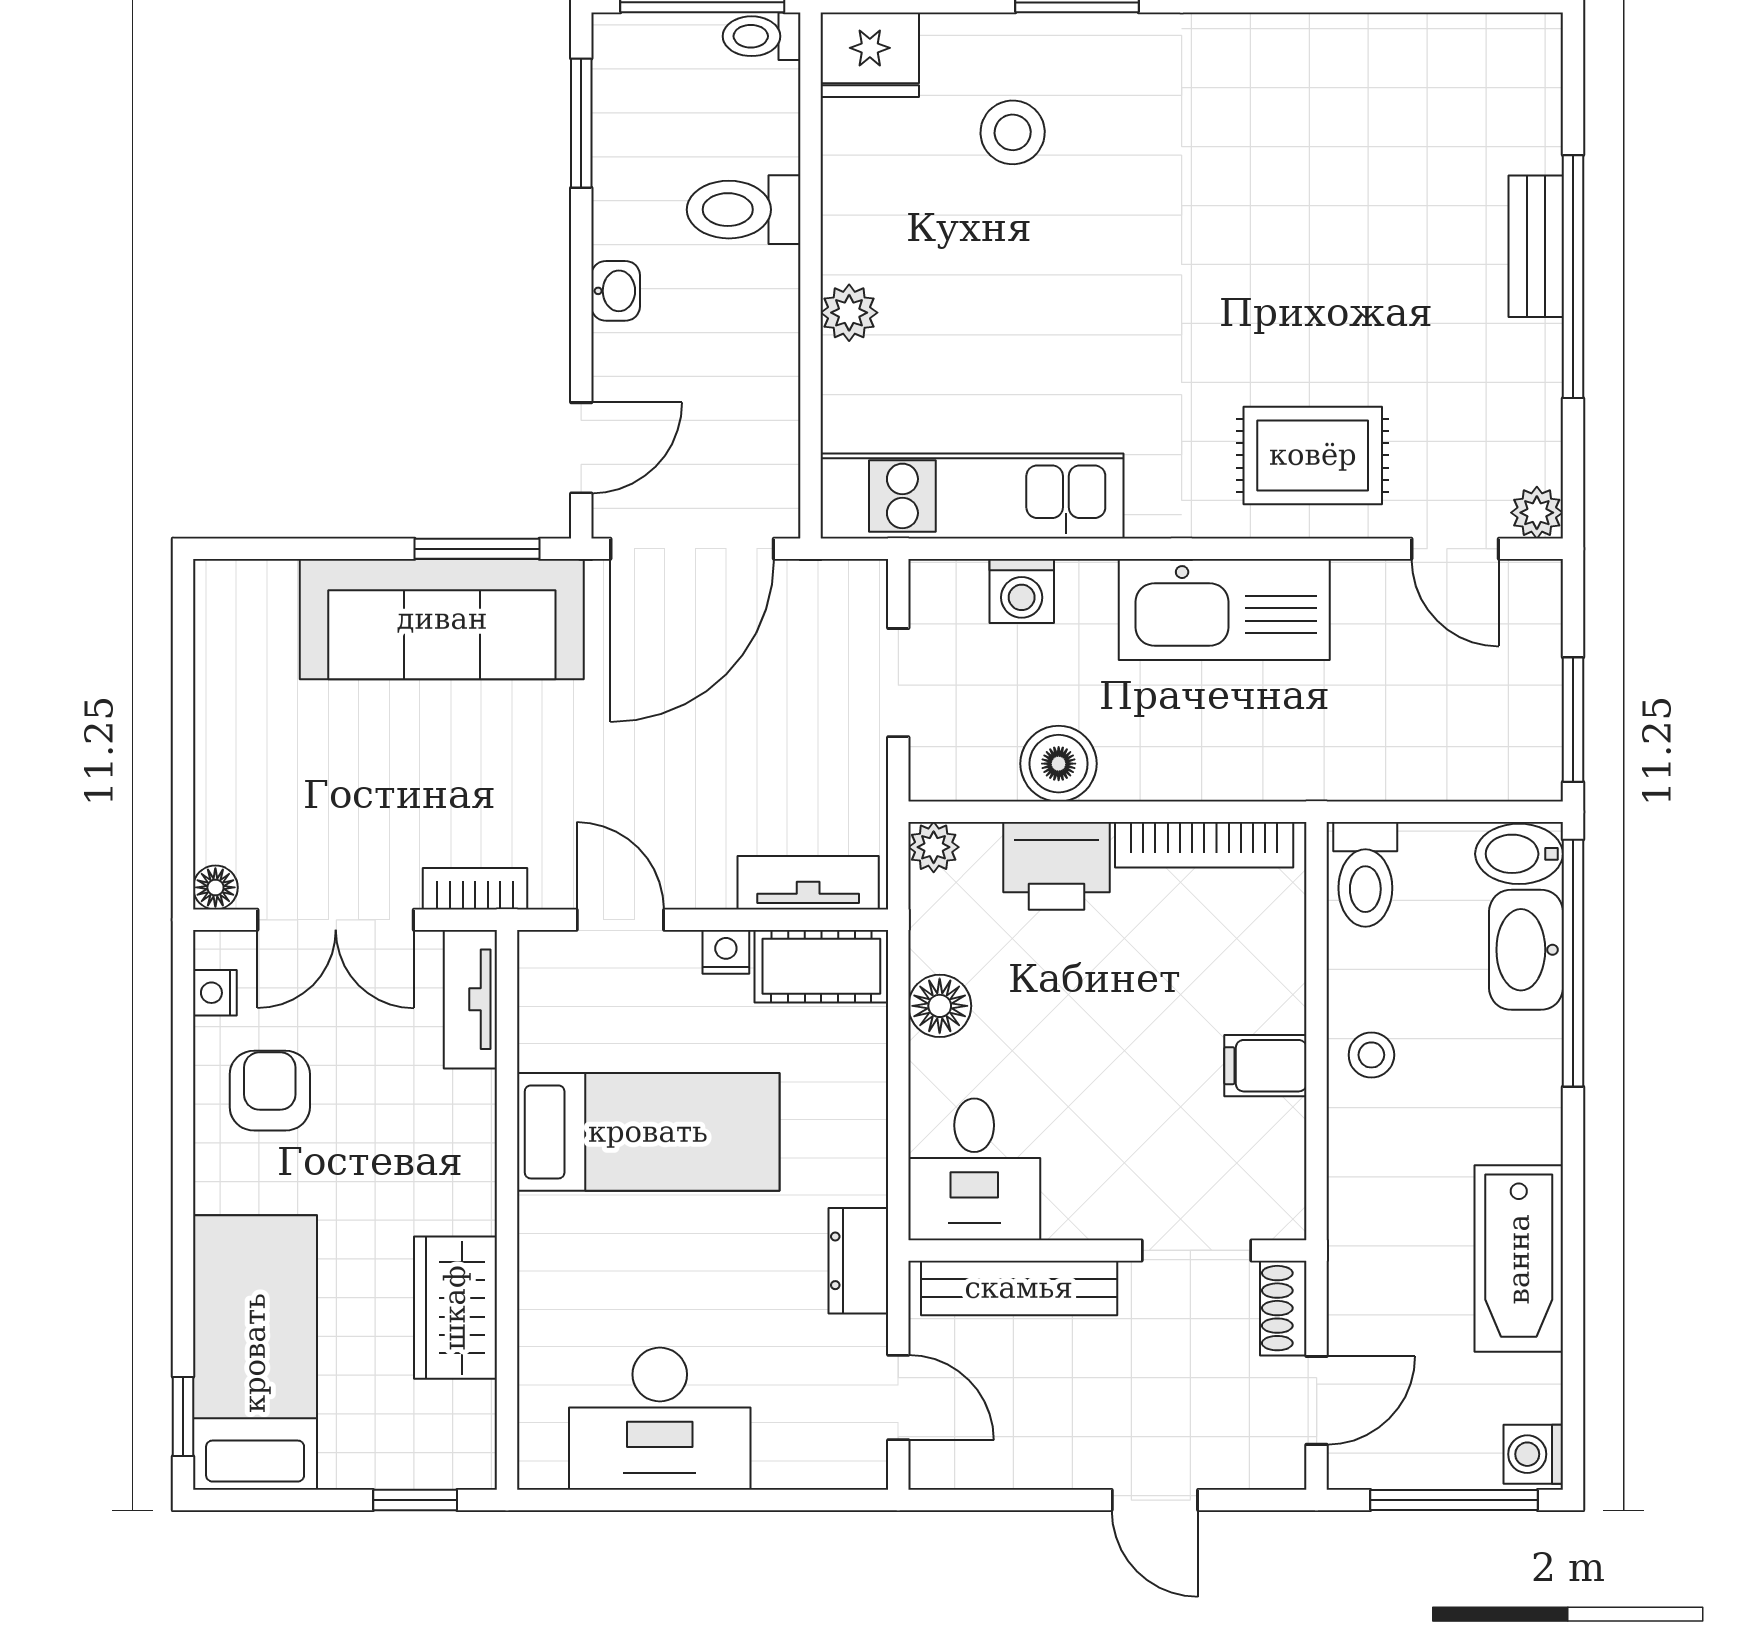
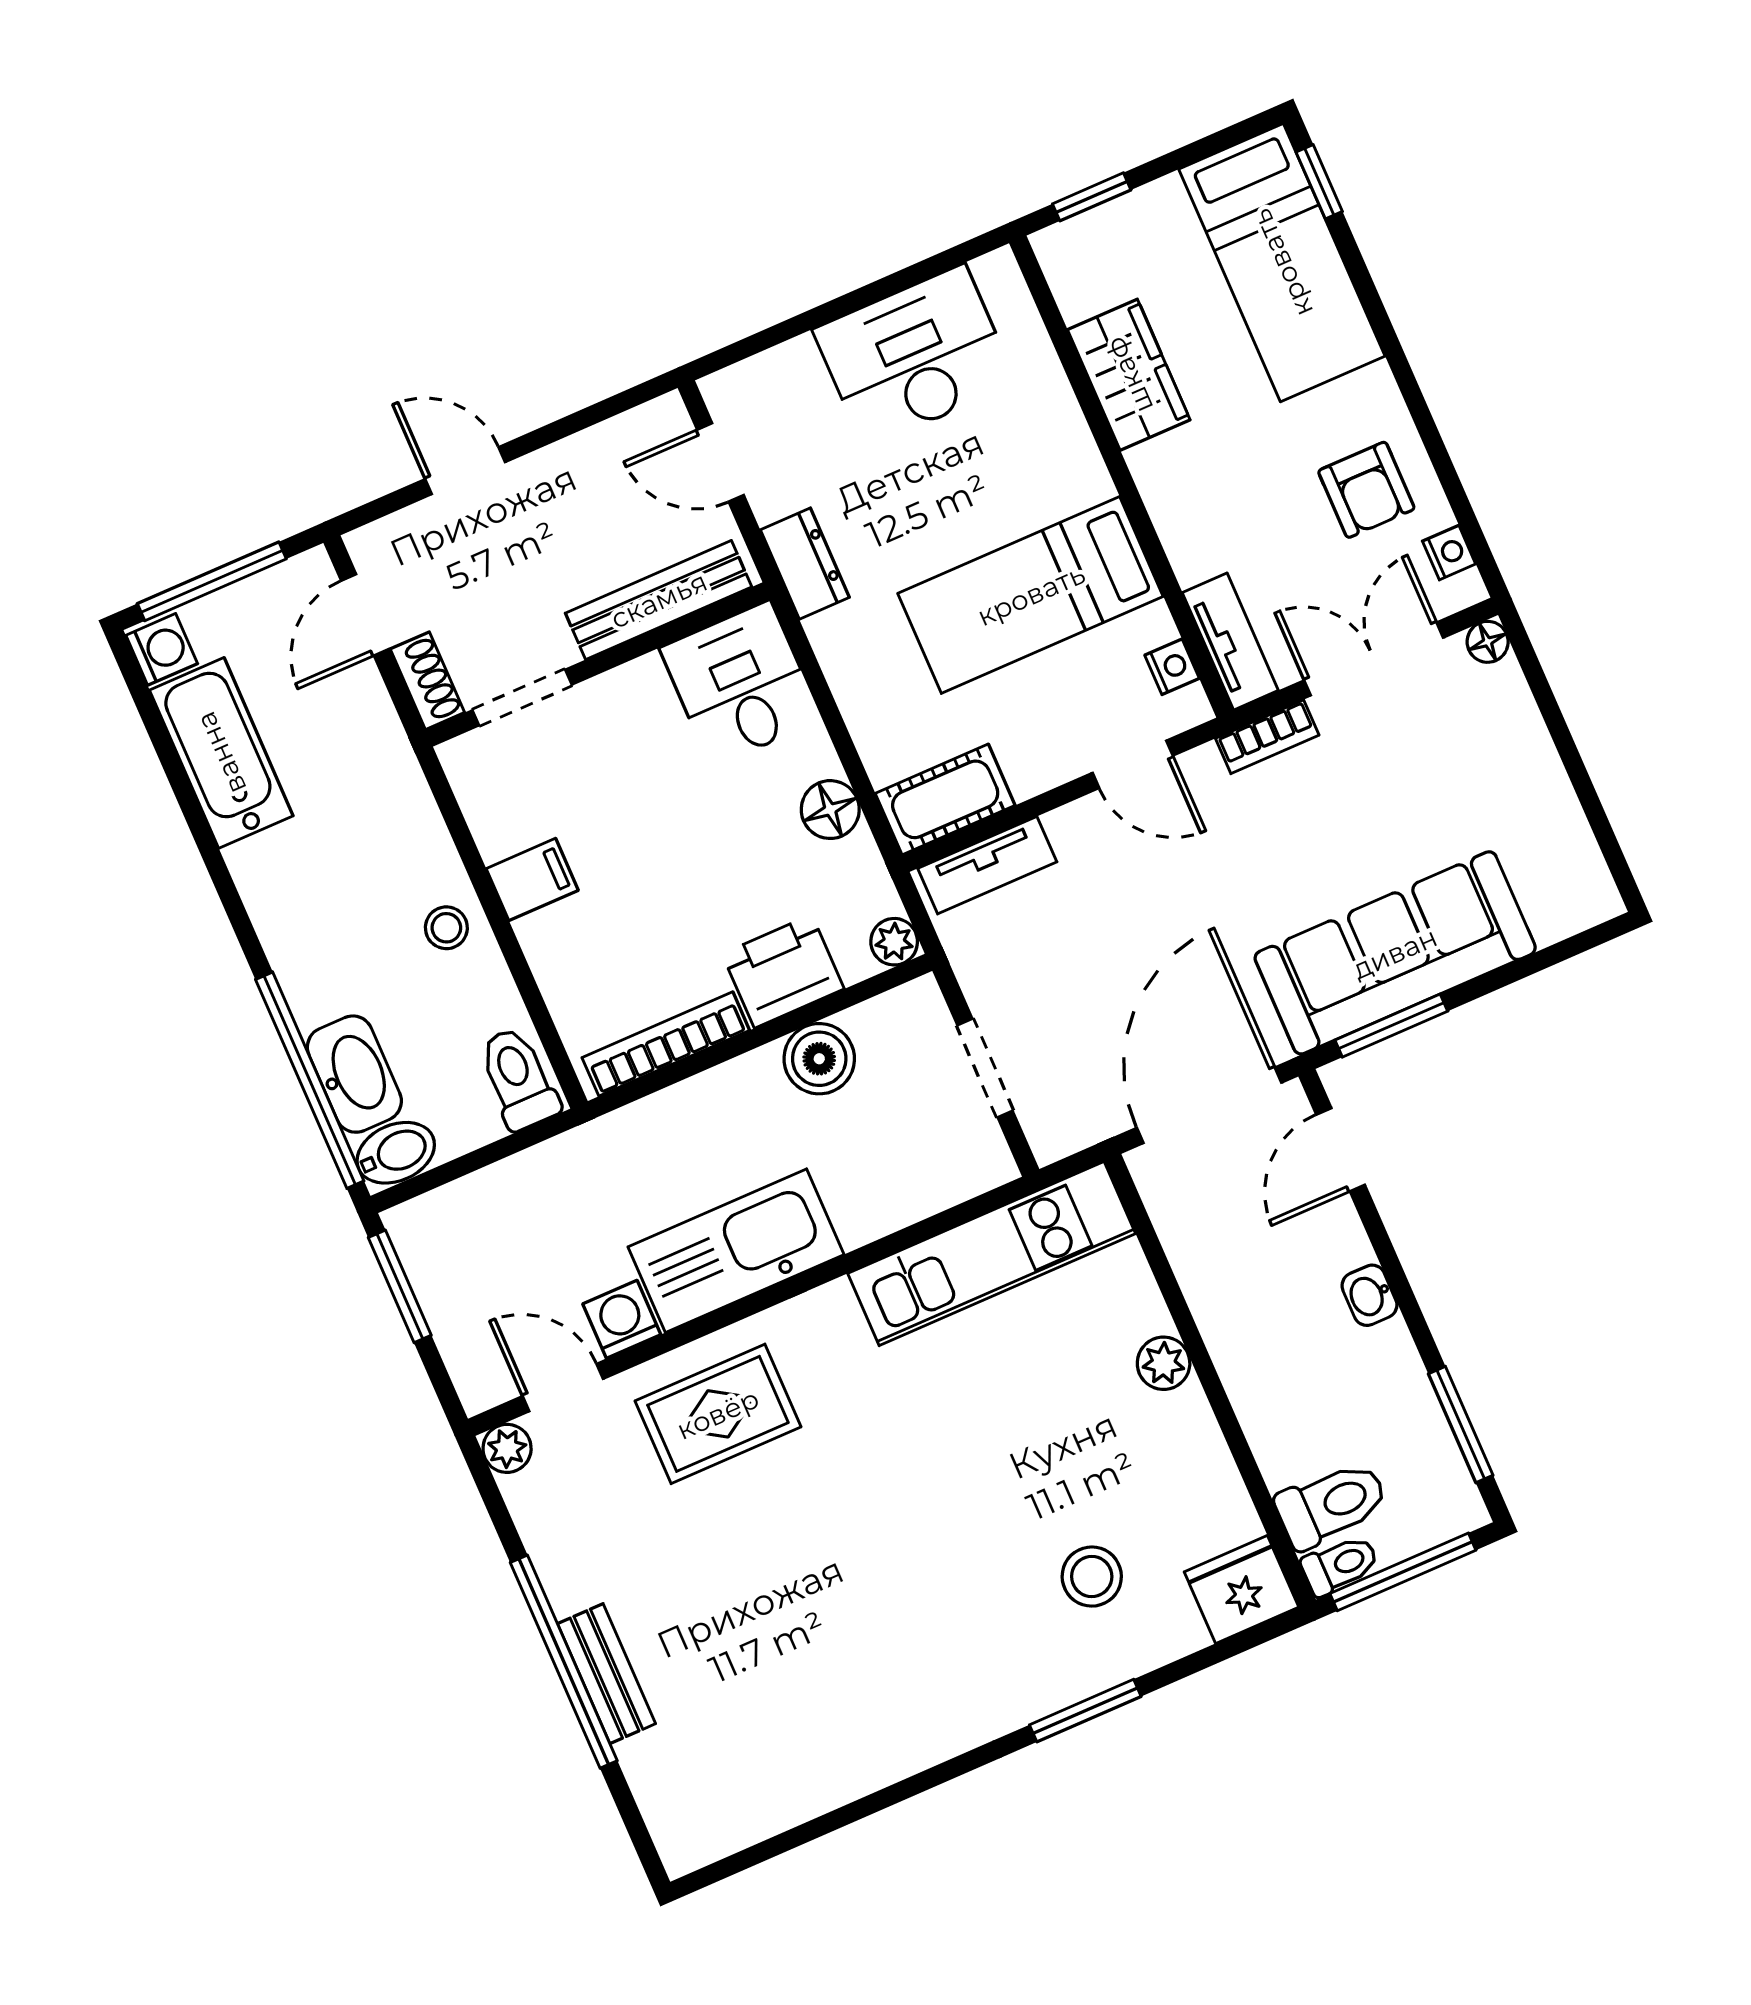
toilet: (744, 210) -> (1332, 1504), moved
washing machine: (1022, 591) -> (622, 1319), moved
nightstand: (726, 952) -> (1172, 667), moved, turned -90
bathtub: (1519, 1259) -> (221, 753), moved

